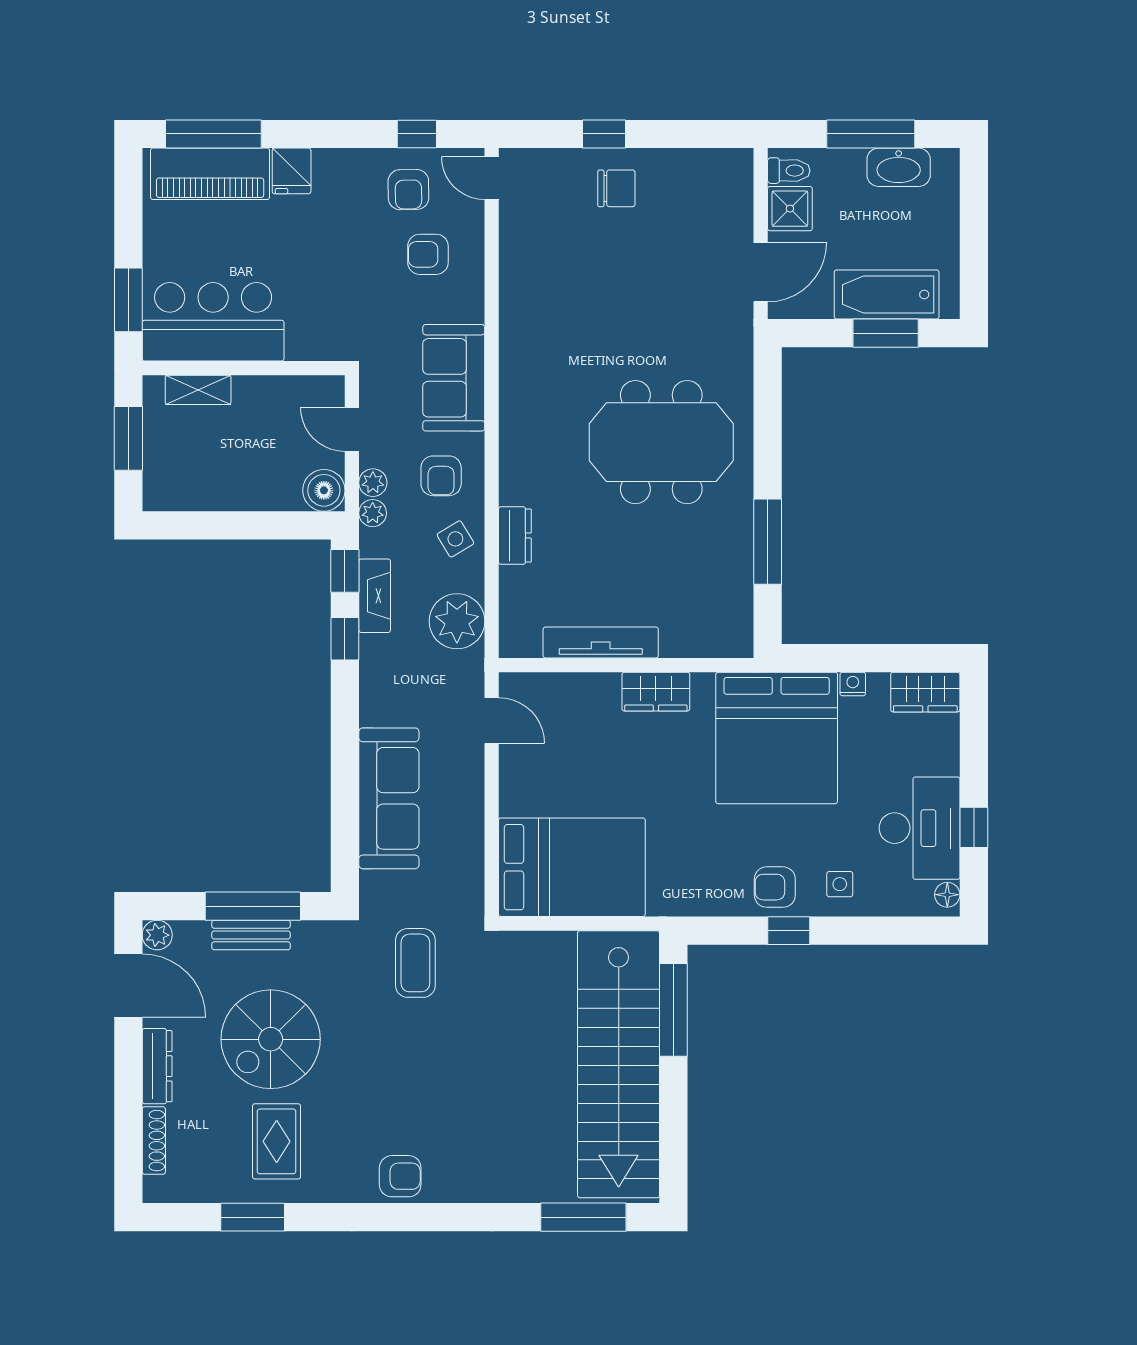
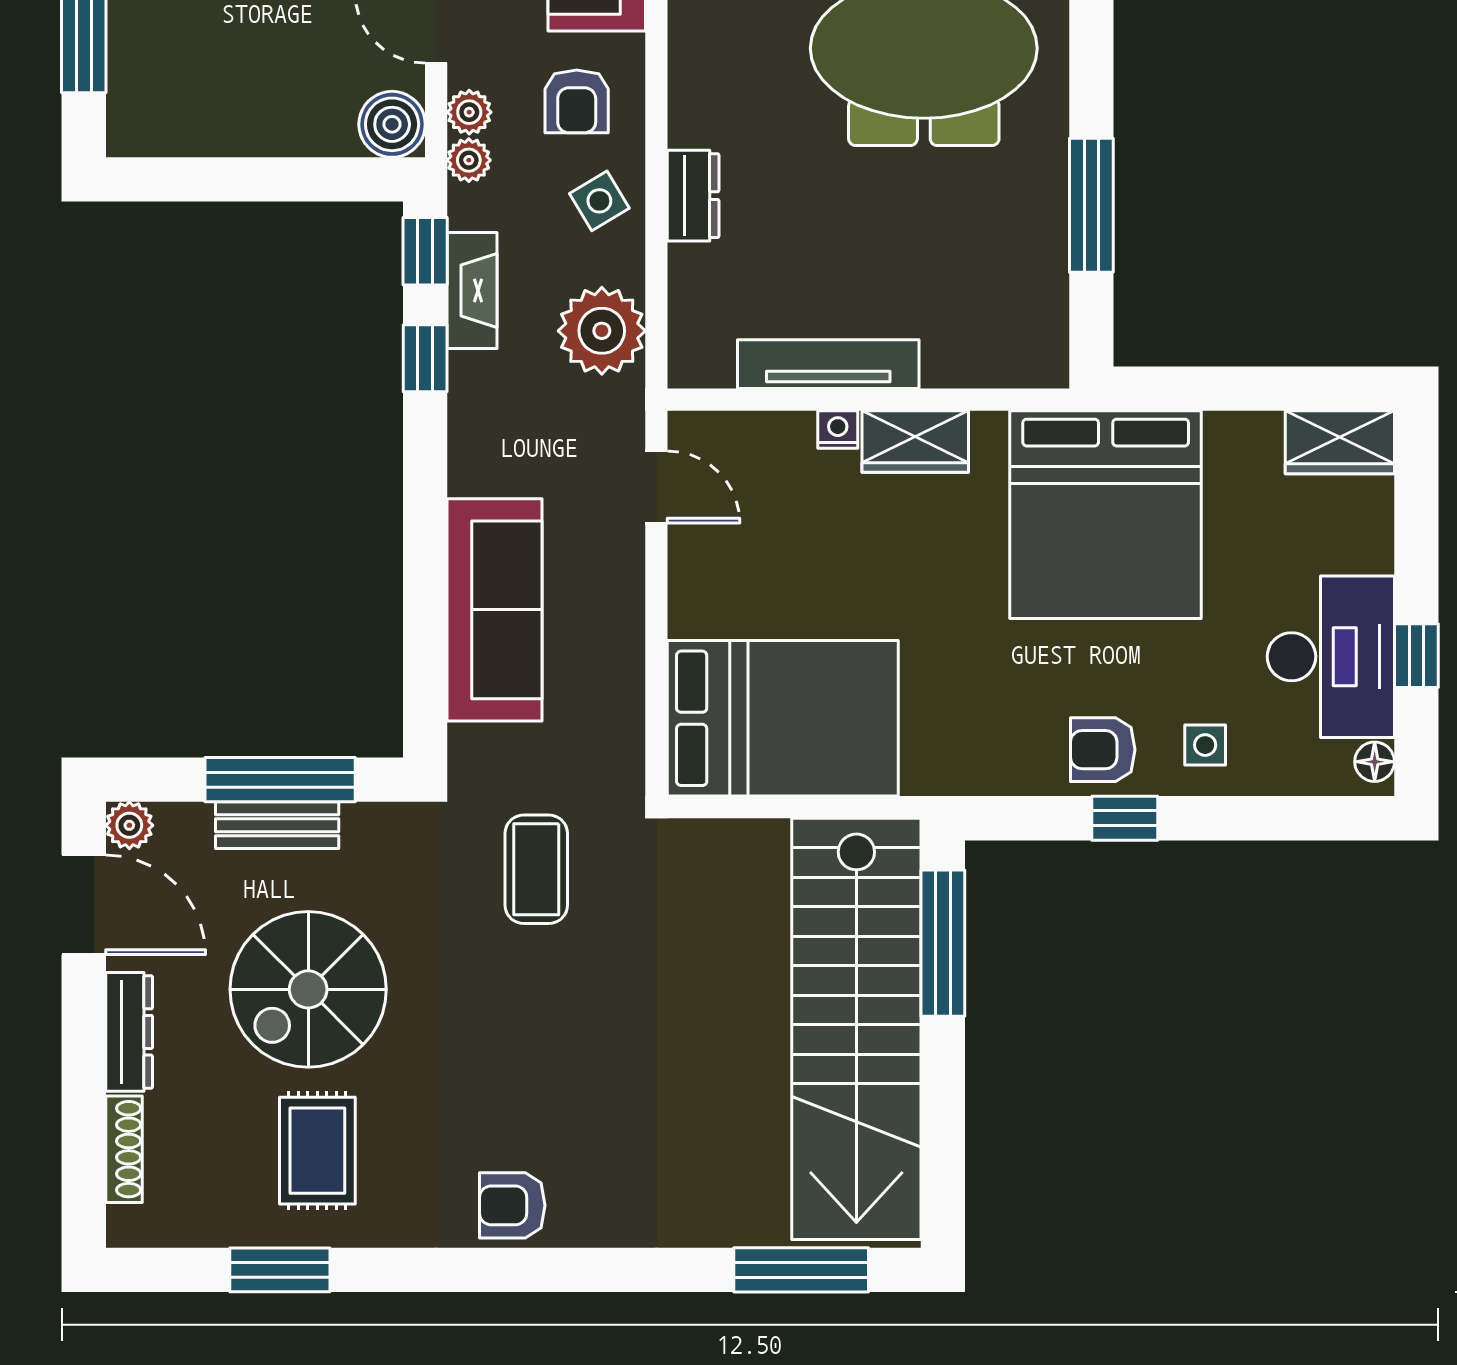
nightstand: (853, 684) -> (838, 430), moved
armchair: (400, 1176) -> (512, 1205), turned 180

